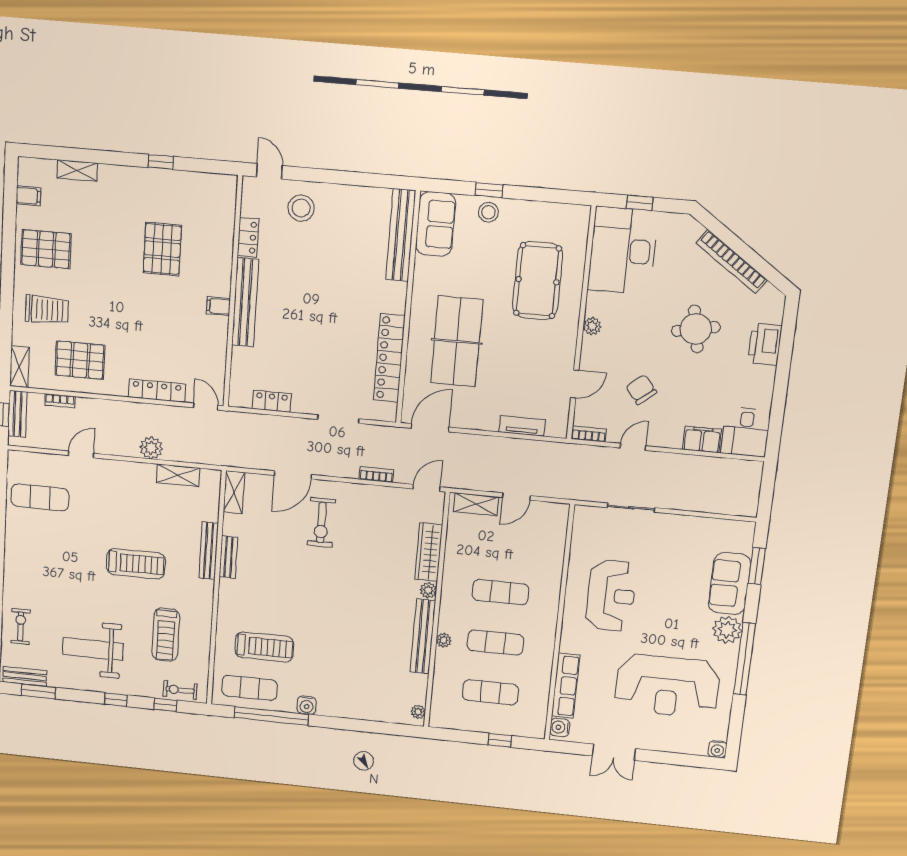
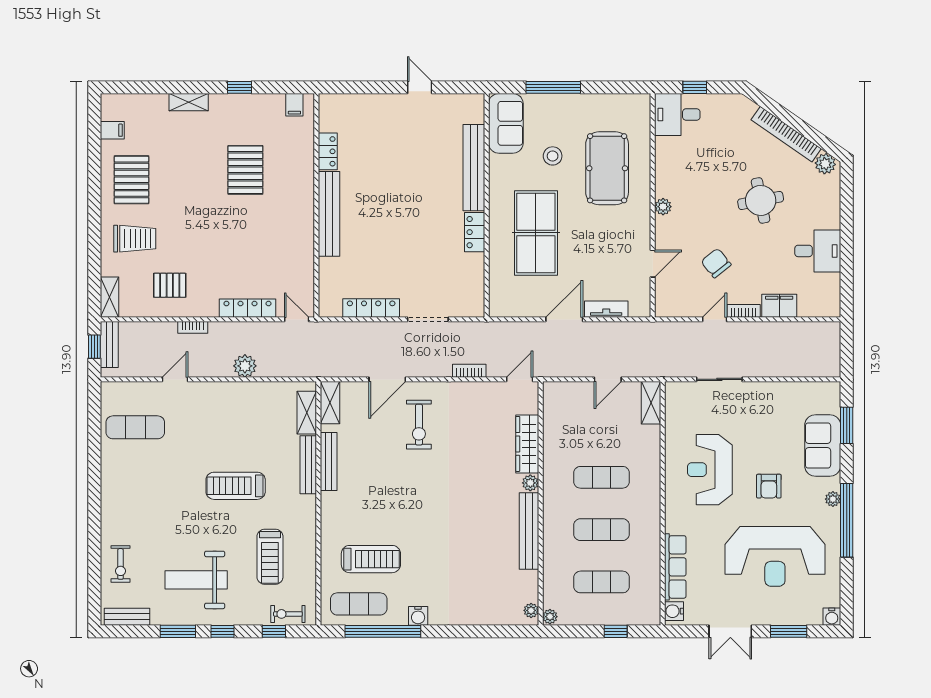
shelving: (77, 170) -> (189, 102), moved
door: (269, 171) -> (420, 87), moved
window: (489, 190) -> (553, 87), width x2.17
stool: (301, 208) -> (377, 119), removed
stool: (488, 212) -> (553, 156), moved
bench: (401, 235) -> (474, 168), moved
pallet: (46, 249) -> (132, 180), turned 90
desk: (623, 251) -> (677, 114), width x0.53, depth x0.77
plant: (770, 297) -> (825, 164), added
filing cabinet: (218, 306) -> (294, 105), moved, turned -90
printer: (765, 344) -> (827, 209), removed
locker: (389, 358) -> (475, 232), width x0.46, depth x0.83
pallet: (80, 360) -> (170, 285), width x0.67, depth x0.71
bookcase: (60, 401) -> (193, 327), moved
locker: (272, 401) -> (371, 308), width x1.53
door: (430, 428) -> (564, 319), moved
desk: (746, 432) -> (818, 251), moved, turned -90
bookcase: (589, 434) -> (744, 311), moved
shelving: (178, 475) -> (307, 413), moved, turned 90
shelving: (476, 504) -> (651, 403), moved, turned 90
bench: (228, 557) -> (329, 461), width x1.36
treadmill: (136, 564) -> (236, 486), turned 180
reception desk: (611, 596) -> (710, 470), turned 180
armchair: (669, 618) -> (769, 486), added
exercise bike: (21, 626) -> (121, 564), turned 180
plant: (727, 630) -> (833, 499), width x0.53, depth x0.53
plant: (444, 640) -> (550, 617), moved
window: (38, 691) -> (178, 631), moved
window: (672, 758) -> (789, 631), added

